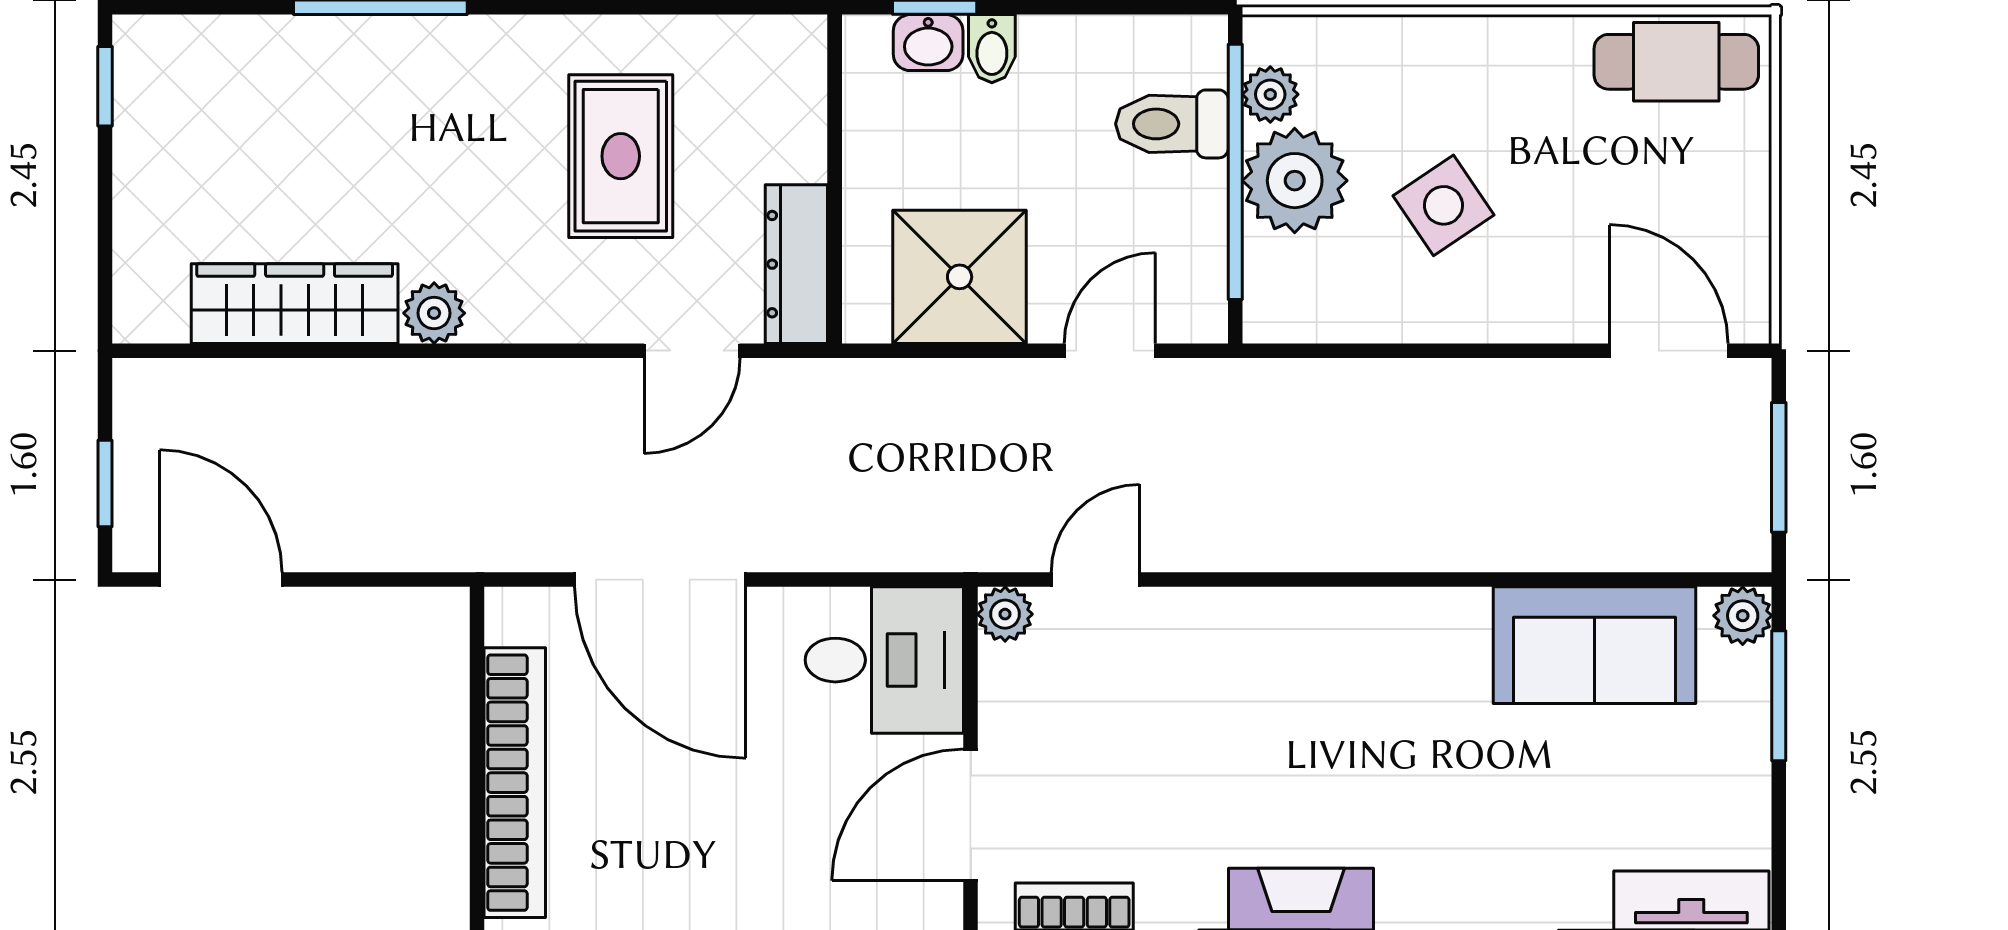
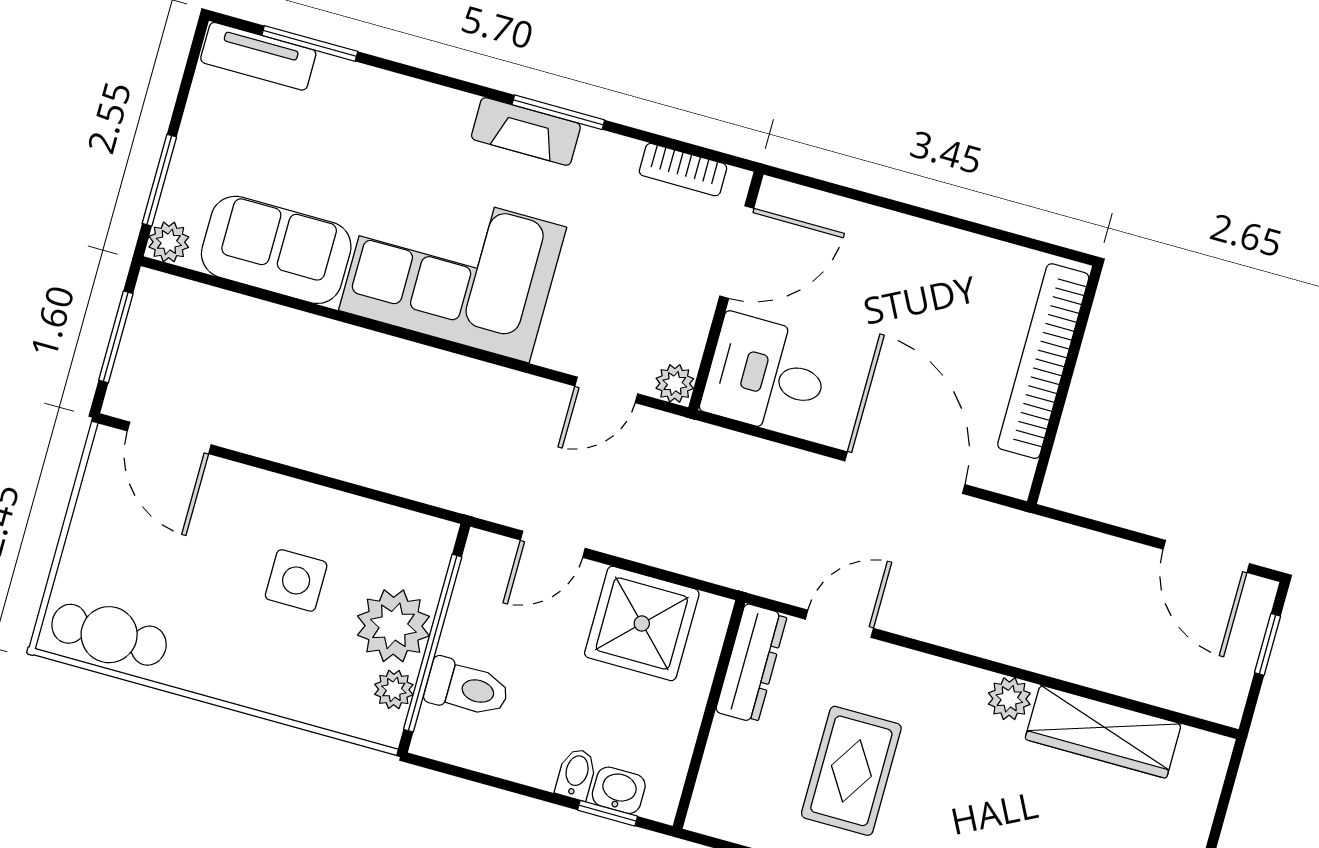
side table: (1443, 205) -> (296, 580), turned 34
corner sofa: (1349, 686) -> (453, 269), added

